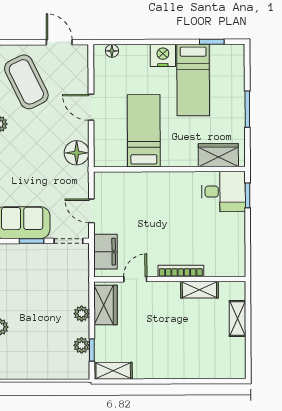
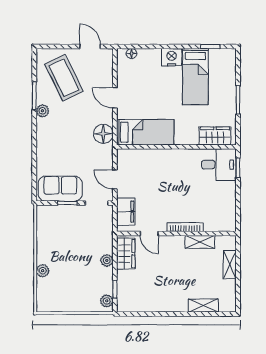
bed: (144, 131) -> (145, 132), moved, turned 90
door: (135, 279) -> (149, 233), swing flipped
plant: (82, 345) -> (107, 301), moved
shelving: (113, 371) -> (203, 306), moved

